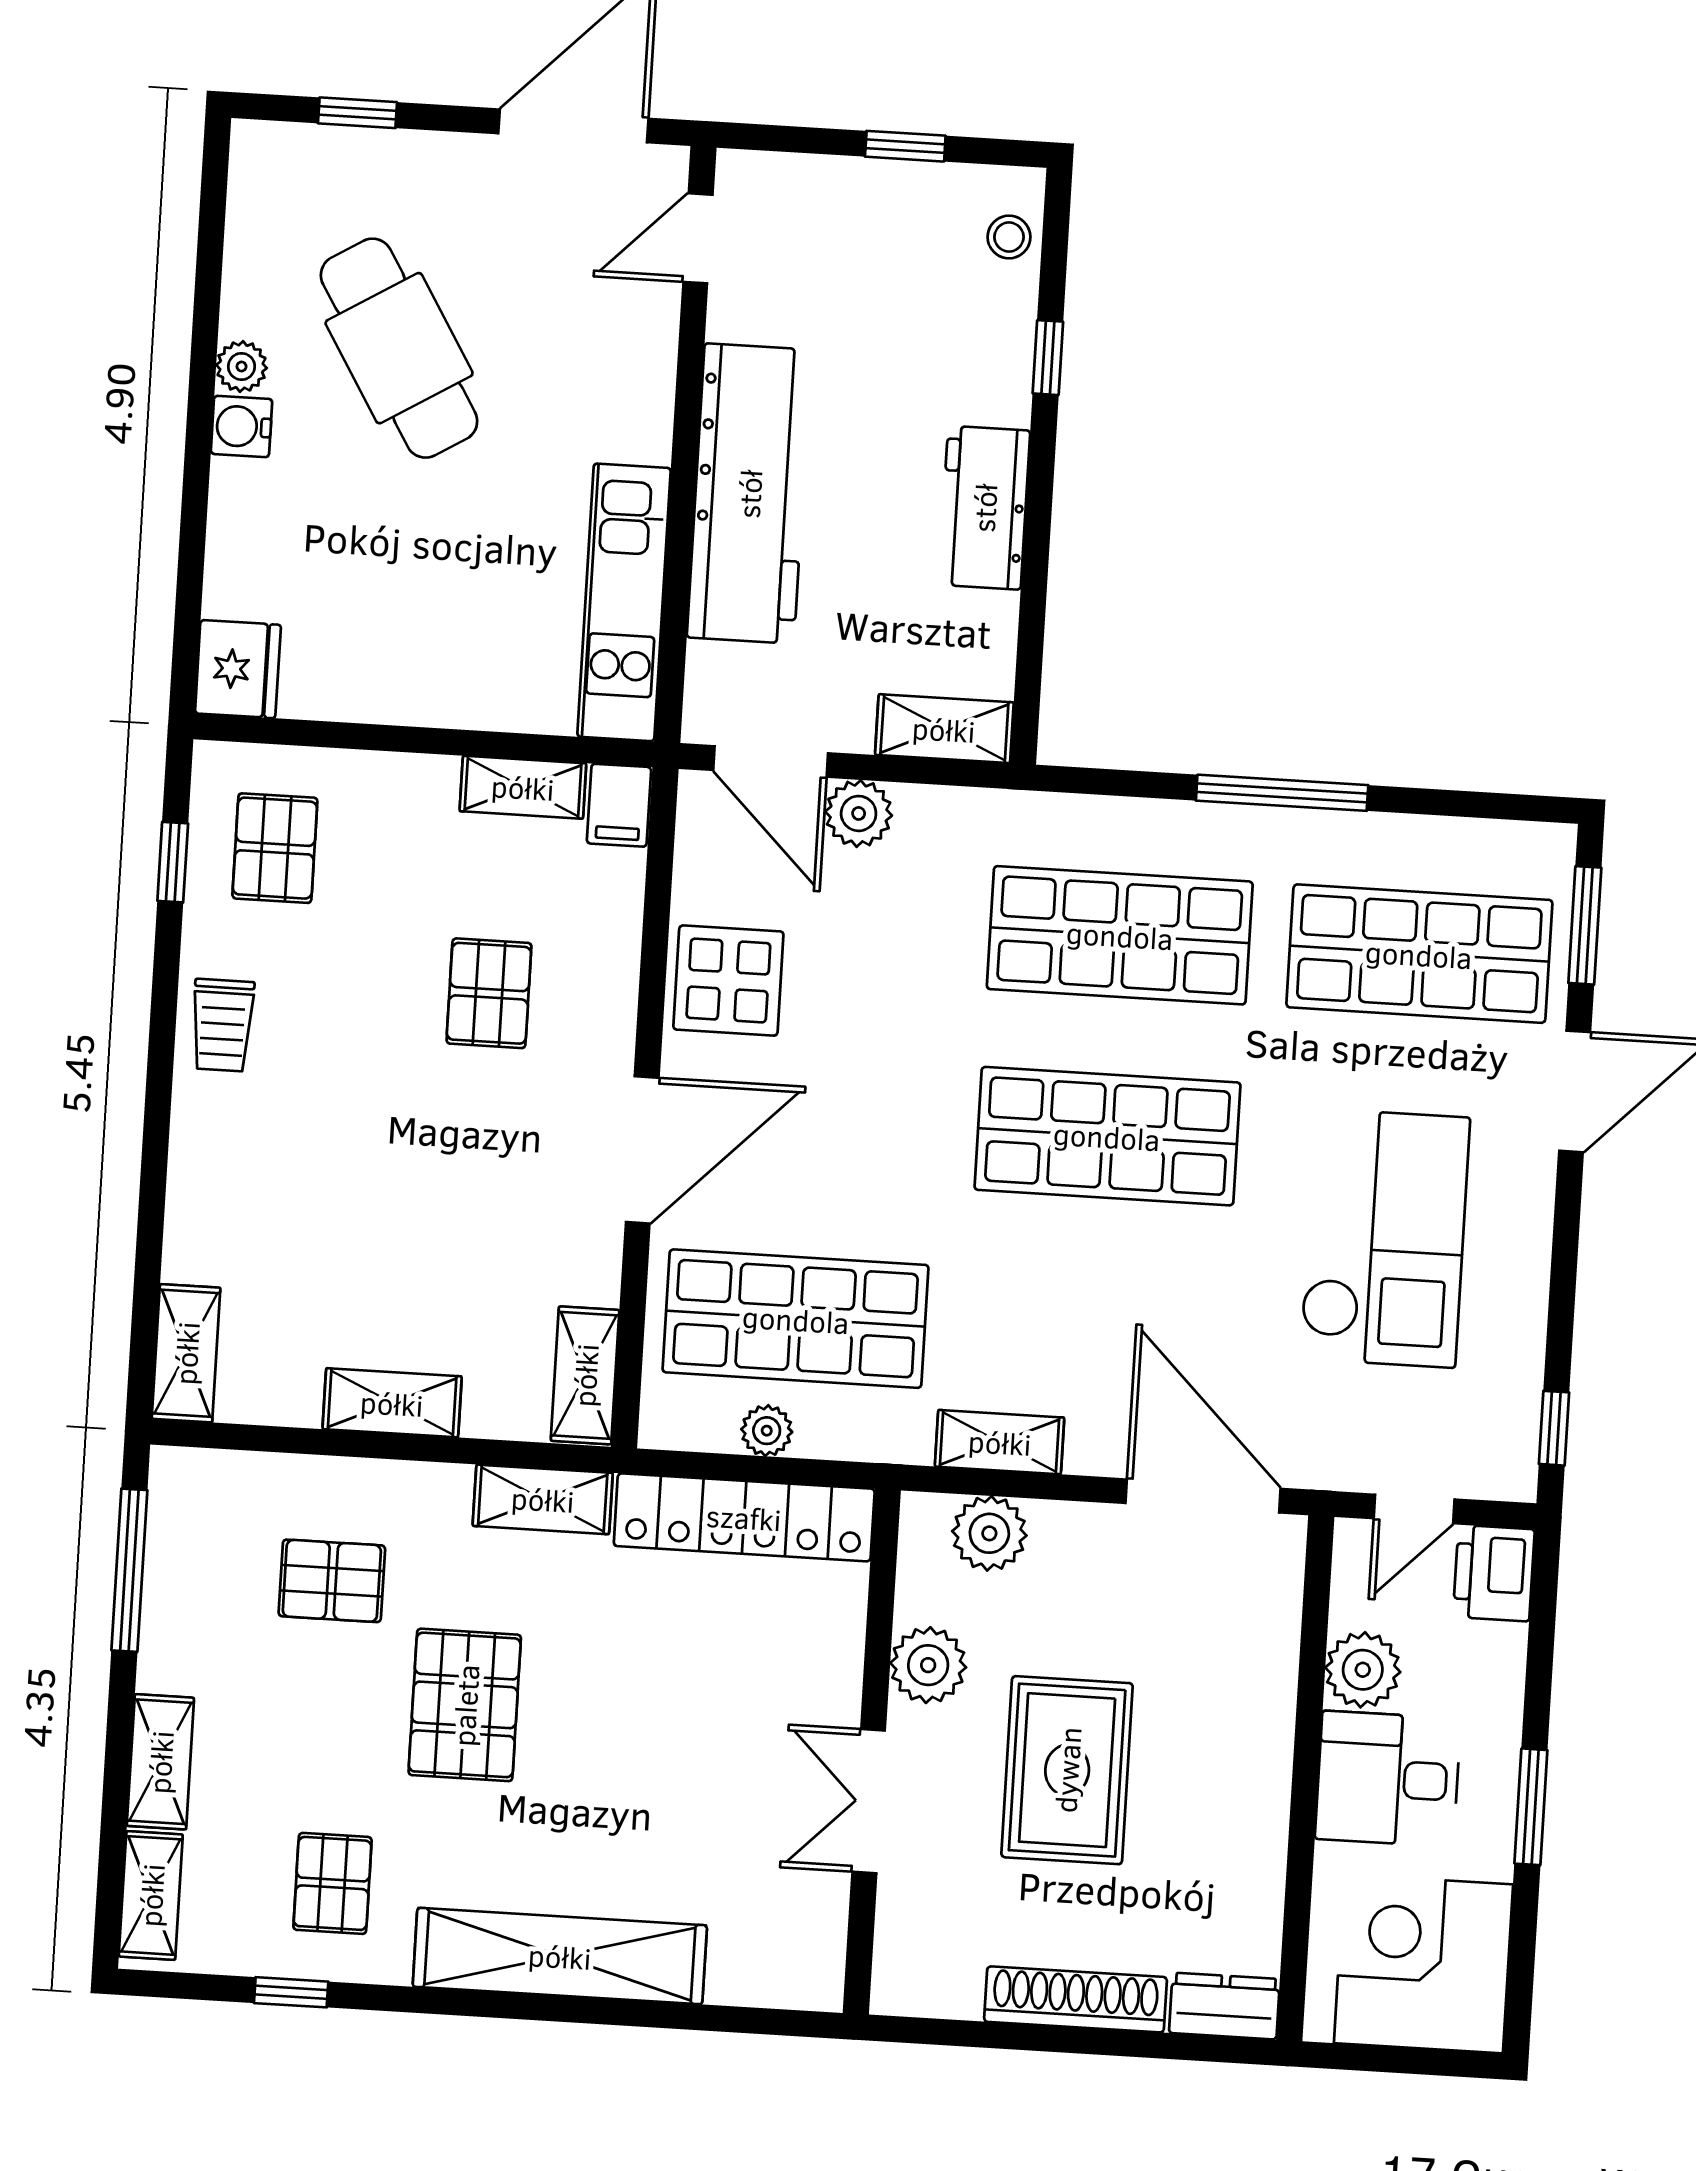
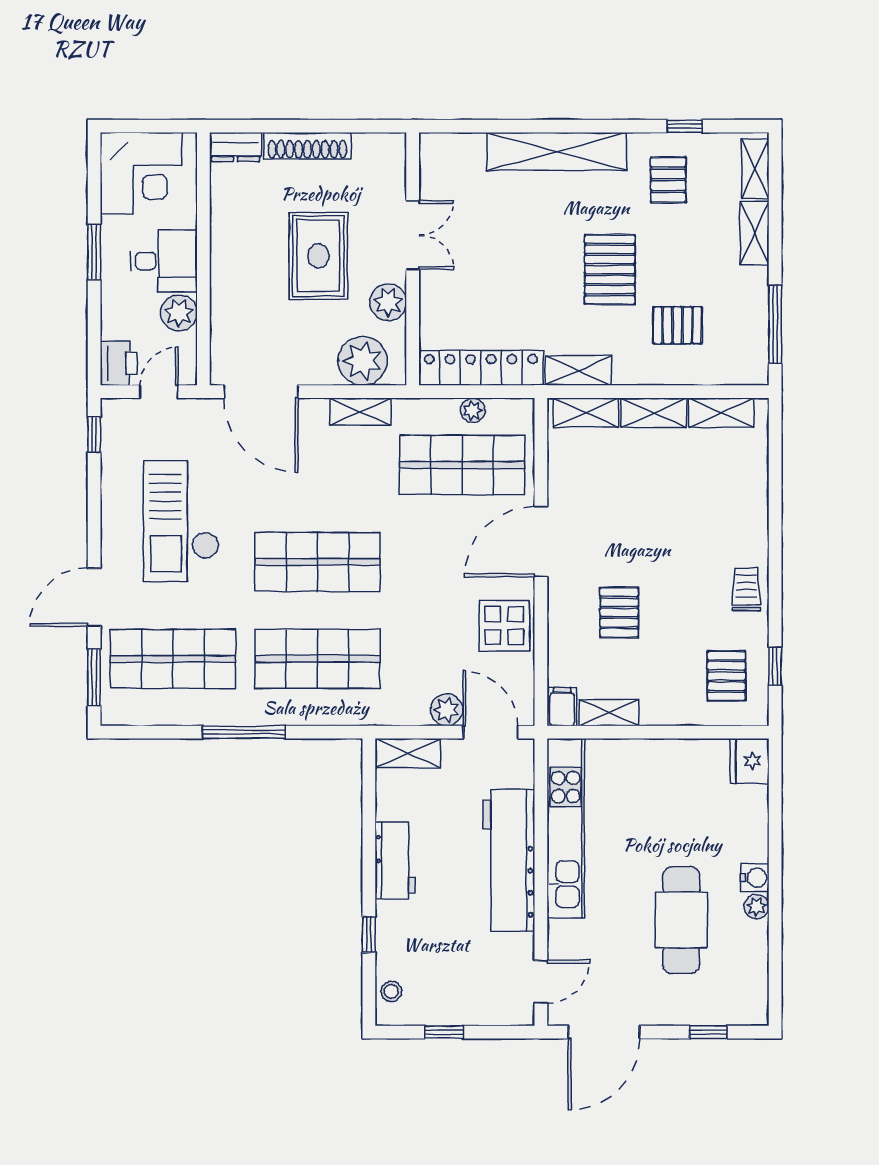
cafe table: (399, 348) -> (681, 920), turned 31
kitchen unit: (624, 602) -> (566, 828), width x1.36
shelving: (186, 1353) -> (721, 413), moved, turned 90
shelving: (585, 1375) -> (586, 413), moved, turned 90
plant: (989, 1533) -> (363, 361), width x1.36, depth x1.36

